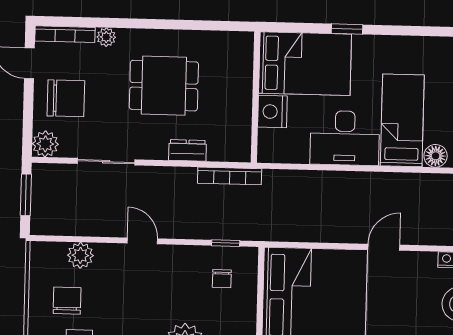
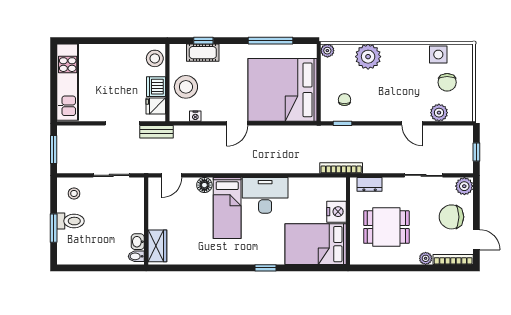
bed: (305, 64) -> (316, 244), moved
wall: (256, 97) -> (348, 221), moved
nightstand: (272, 112) -> (337, 212), moved
window: (26, 195) -> (476, 152), width x0.67
door: (142, 241) -> (412, 123), moved

